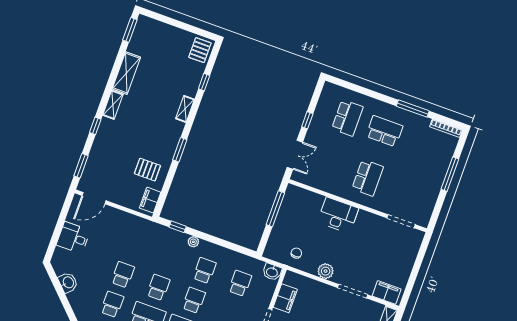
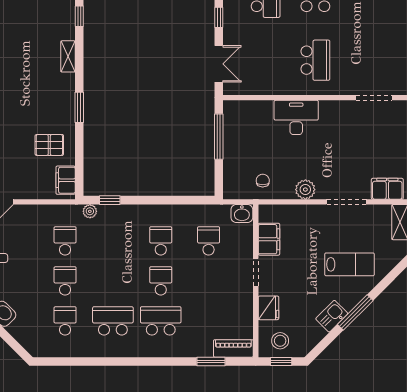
plant: (193, 242) -> (90, 211), moved
school desk: (158, 287) -> (65, 241), moved

